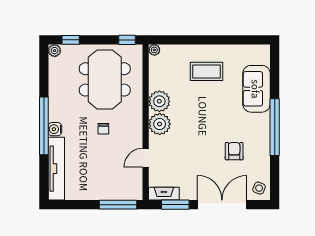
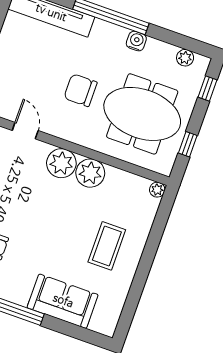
window: (127, 40) -> (188, 144), moved
plant: (55, 51) -> (185, 58), moved
water cooler: (55, 129) -> (136, 41), moved
chair: (103, 129) -> (80, 90), width x1.87, depth x1.87

